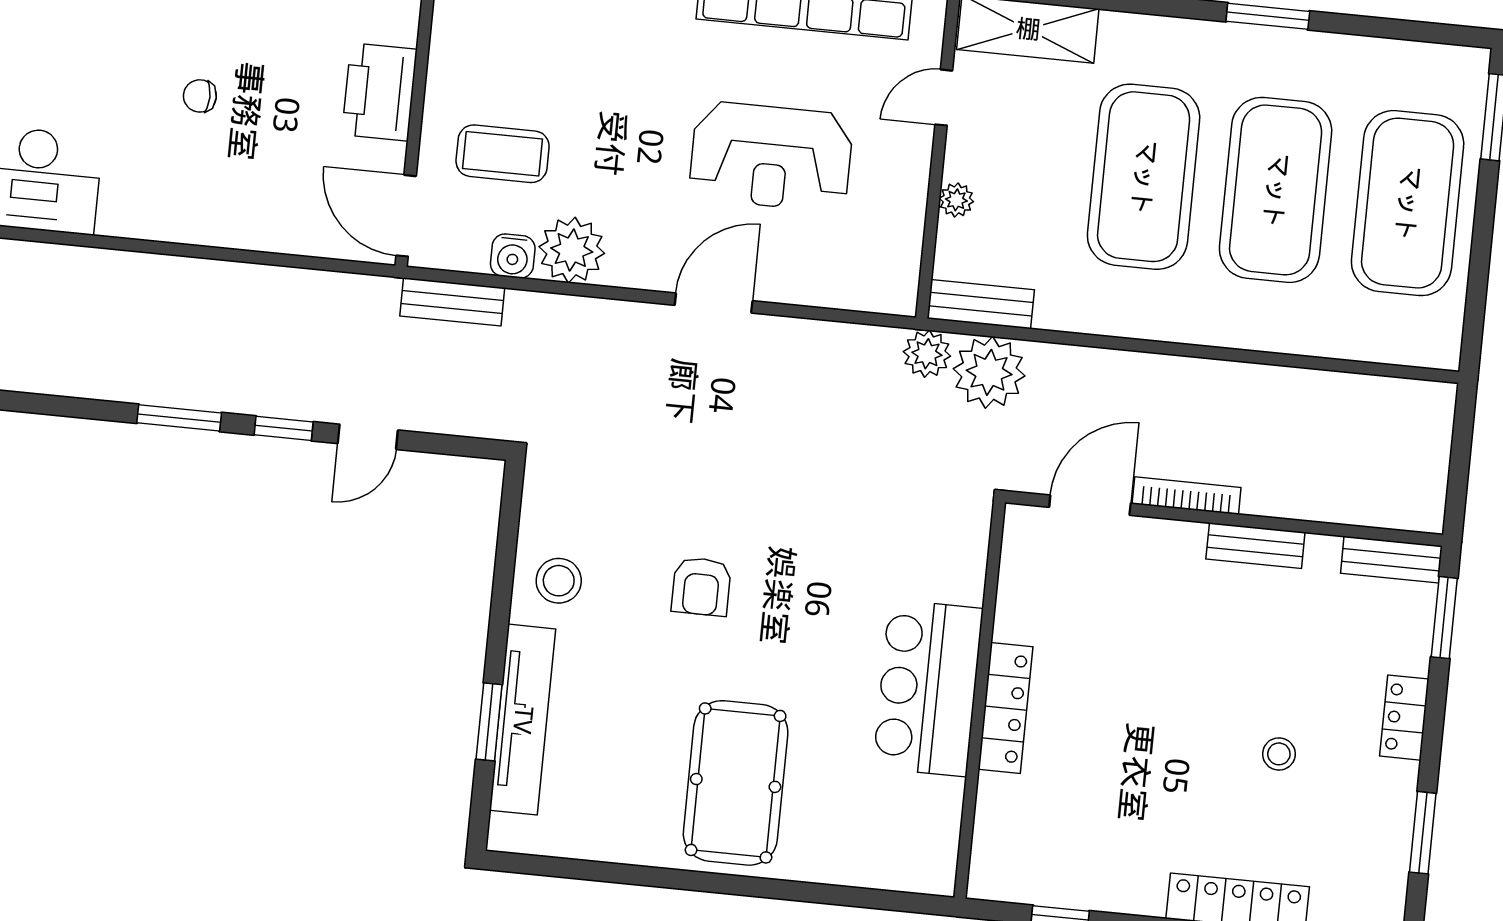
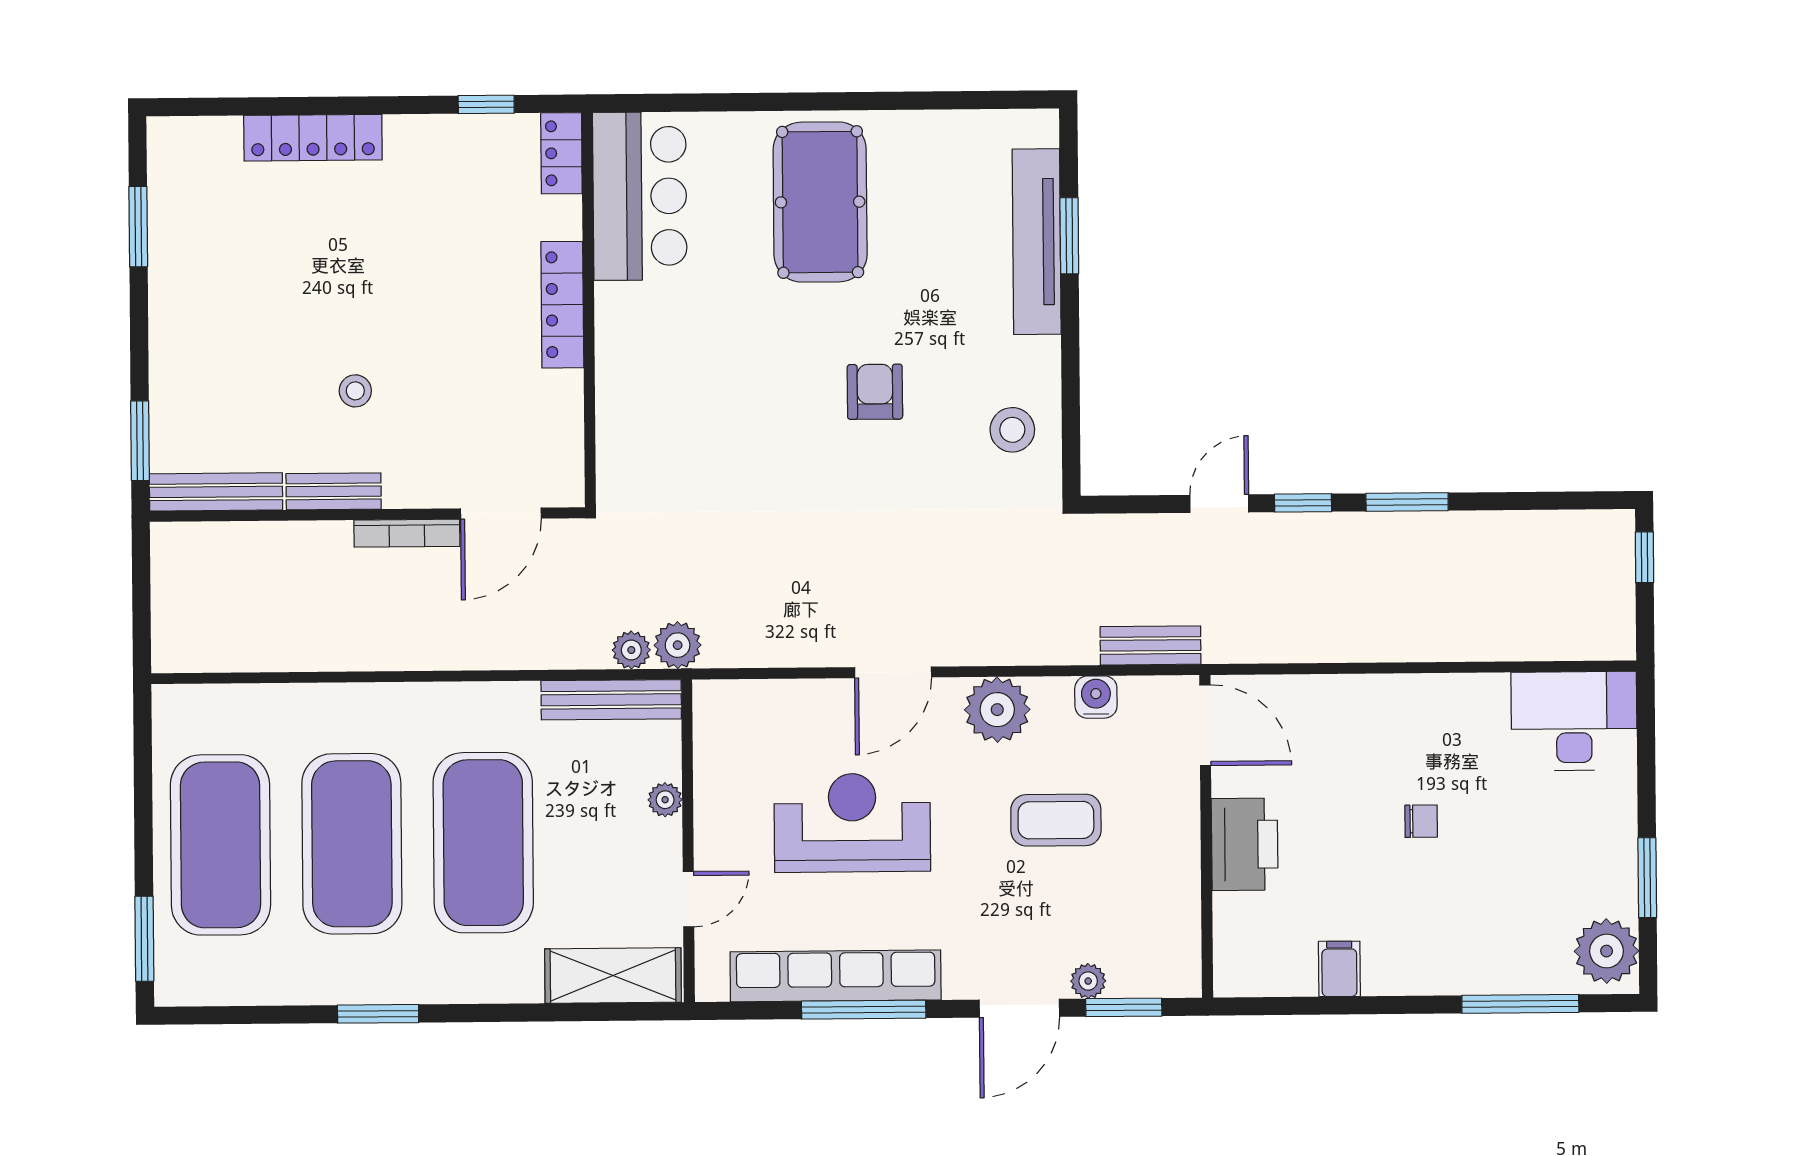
coffee table: (503, 154) -> (1056, 820), moved
plant: (572, 250) -> (997, 710), moved
bench: (981, 304) -> (611, 700), width x1.36
plant: (989, 372) -> (631, 650), width x0.53, depth x0.53
bench: (1391, 560) -> (216, 492), width x1.36
stool: (559, 581) -> (1012, 430), moved
bar counter: (928, 688) -> (640, 196), moved
locker: (1404, 718) -> (561, 153), moved, turned 180
stool: (1279, 754) -> (355, 391), moved

